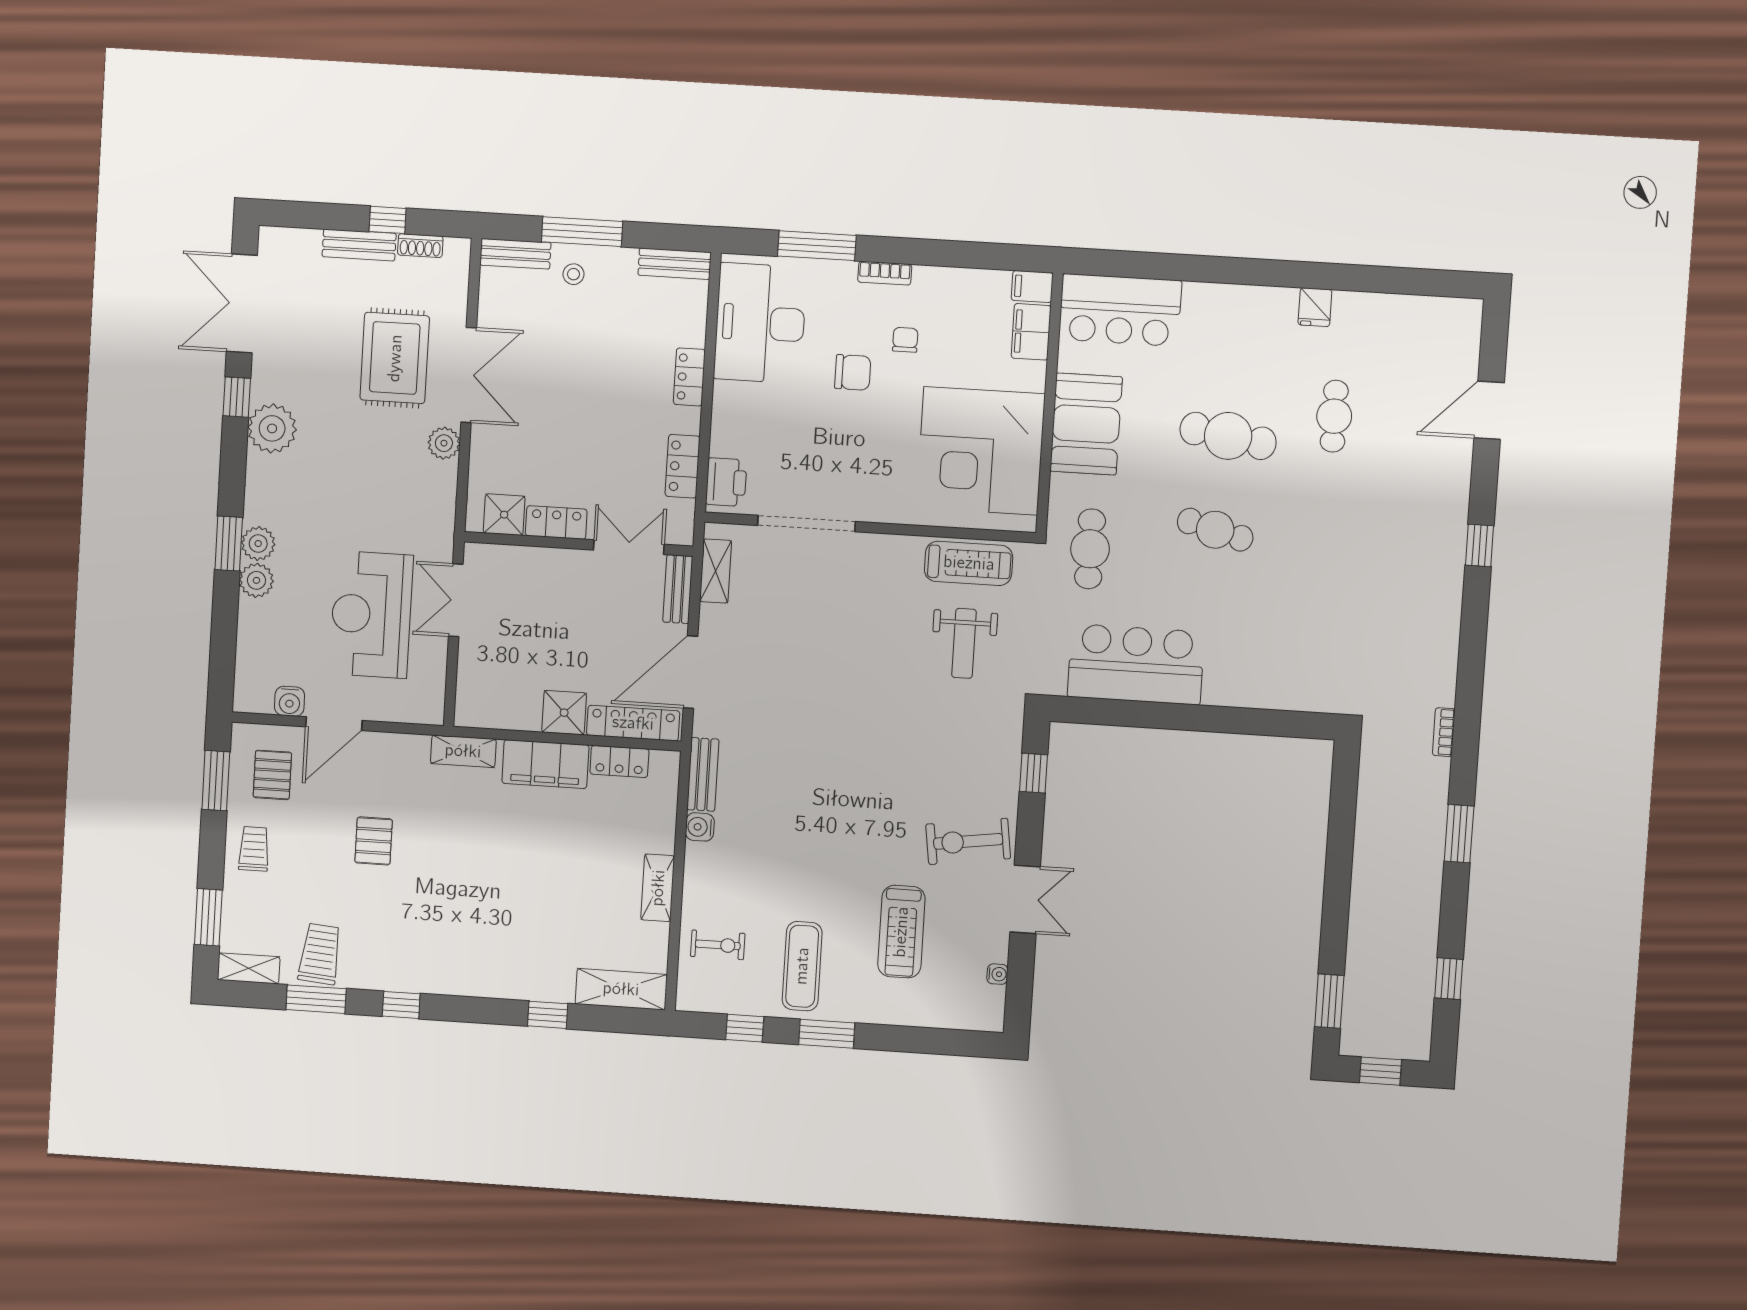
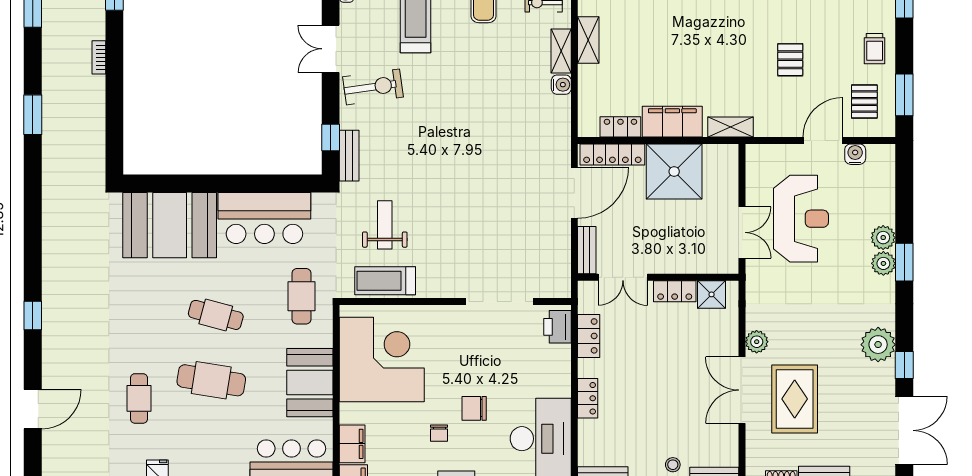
shelving: (716, 571) -> (561, 51), moved
booth: (1273, 663) -> (170, 225), added
shower: (564, 713) -> (674, 172), width x1.86, depth x1.86
bookcase: (1444, 732) -> (99, 57), moved, turned 180
bench: (703, 774) -> (349, 156), moved

